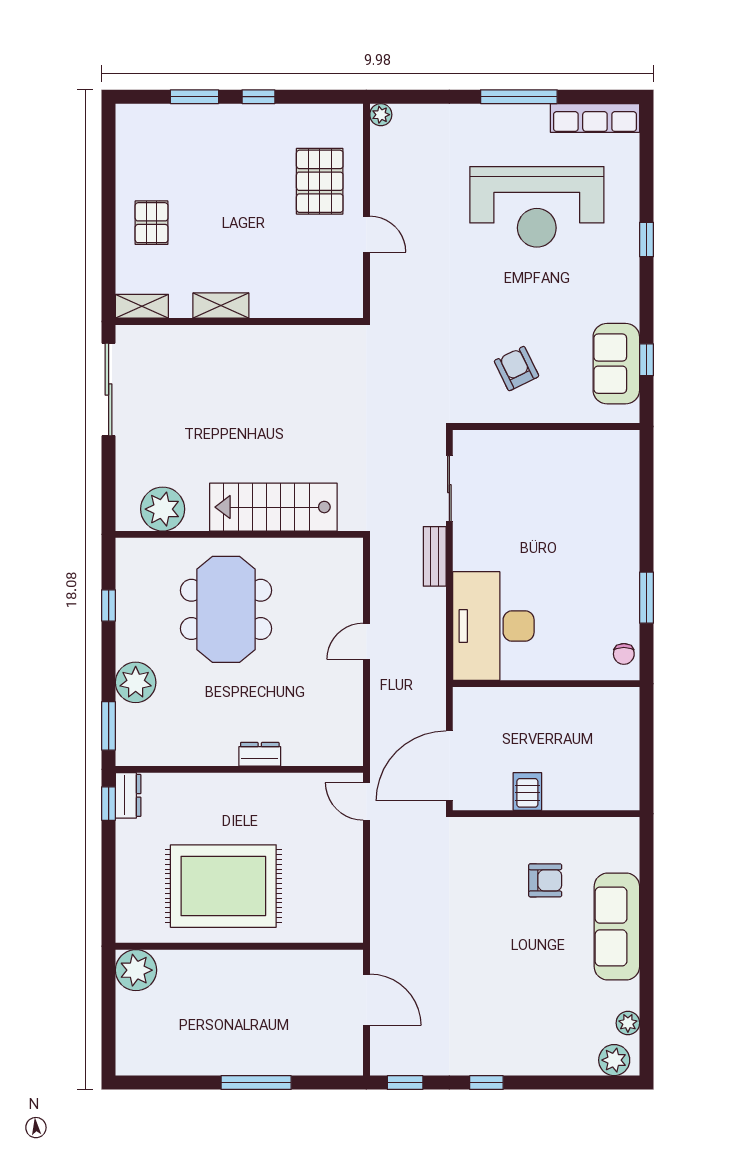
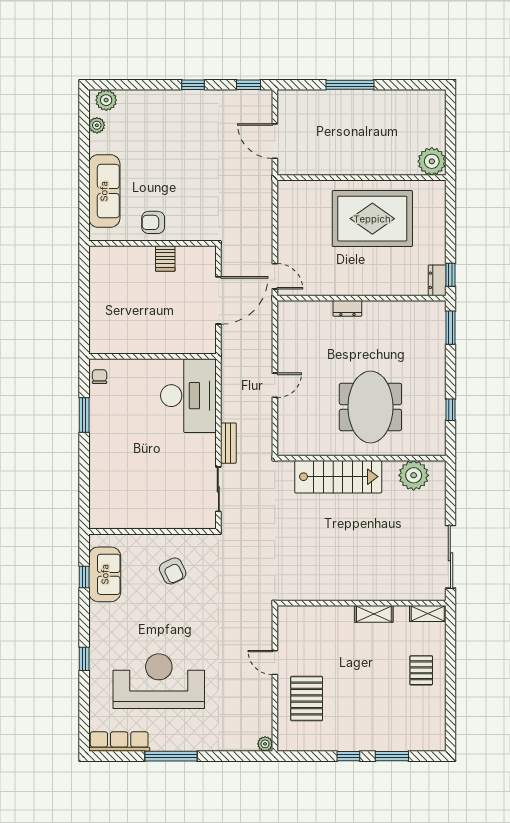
plant: (136, 682) -> (432, 357), removed
server rack: (527, 791) -> (165, 259), moved
wall: (546, 814) -> (152, 243), moved

